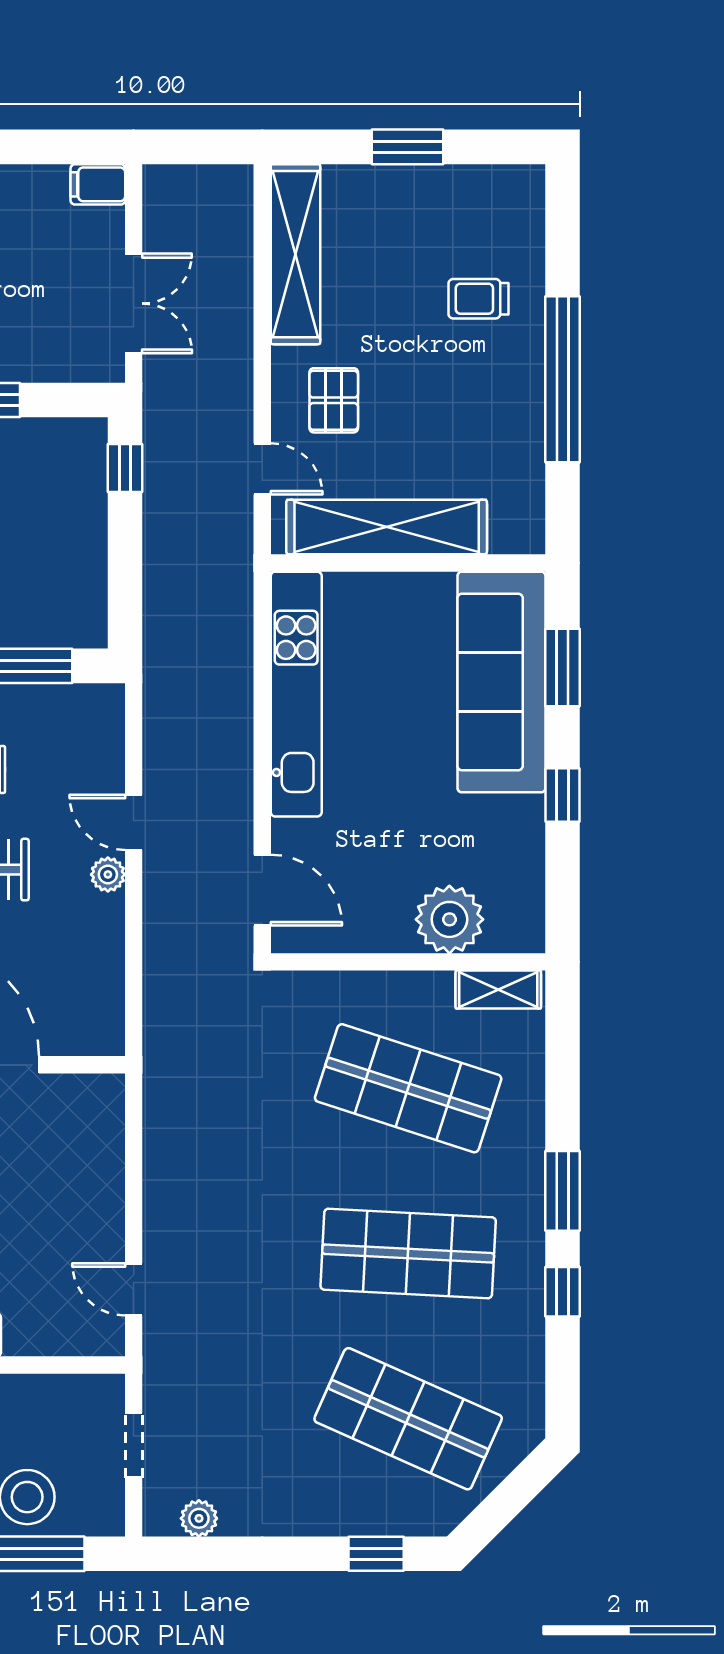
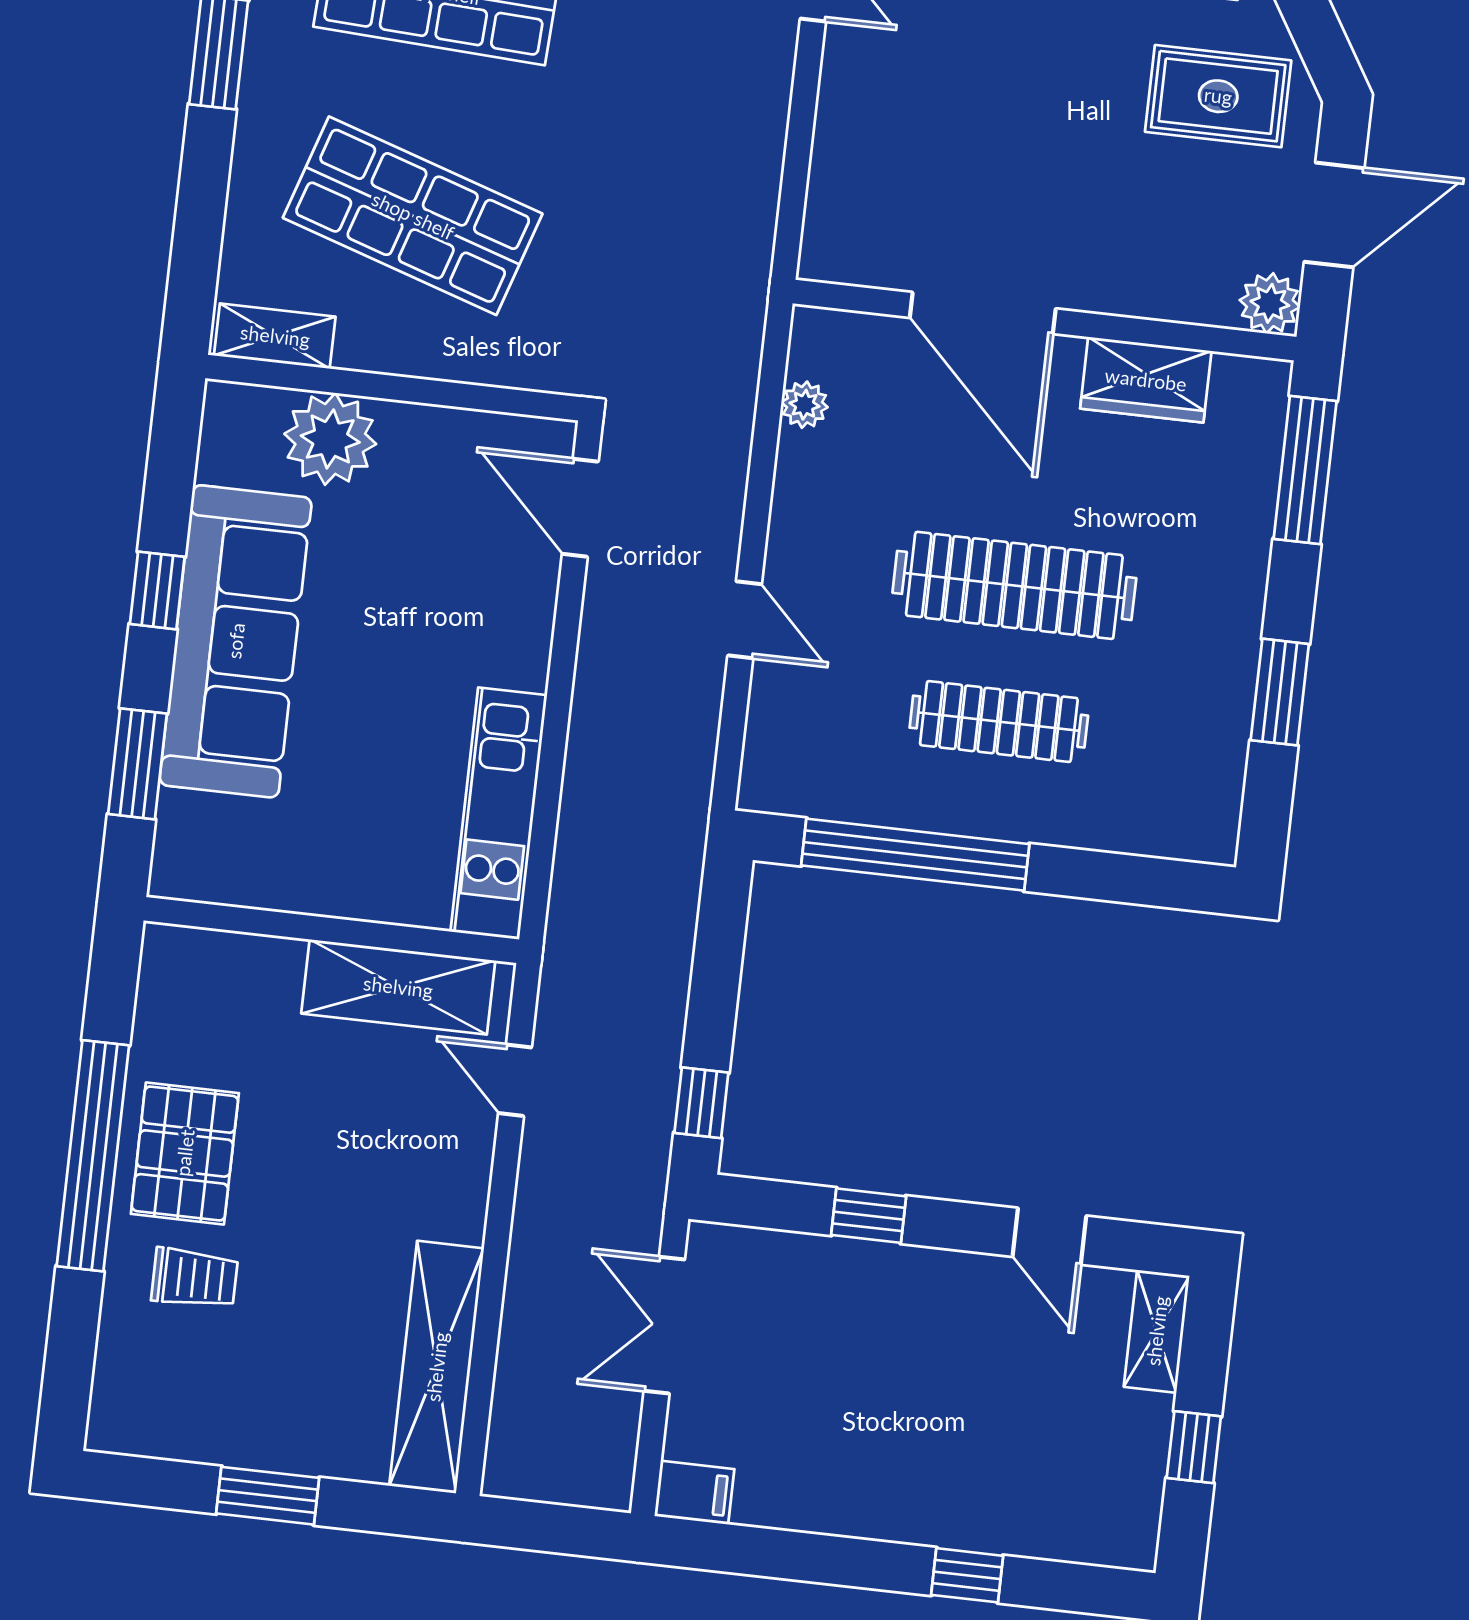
pallet: (334, 400) -> (185, 1153), moved, width x1.50, depth x1.42
shelving: (387, 527) -> (398, 987), width x0.68
sofa: (502, 682) -> (236, 641), moved
kitchen unit: (296, 694) -> (499, 813), width x0.73
plant: (108, 874) -> (805, 405), moved

